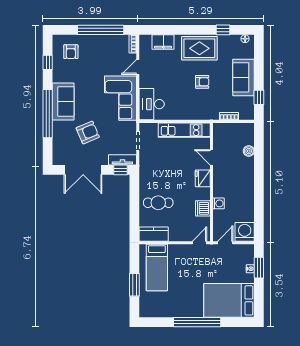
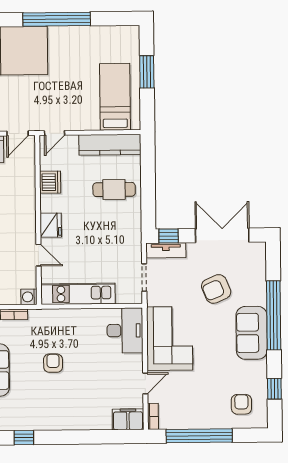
filing cabinet: (163, 42) -> (128, 419), moved
rug: (199, 48) -> (57, 411), removed
armchair: (202, 82) -> (53, 363), turned 90
washing machine: (219, 203) -> (29, 297), moved
kitchen counter: (154, 234) -> (110, 145), width x1.50

